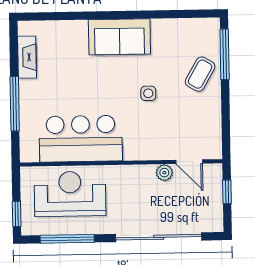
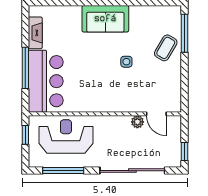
bar counter: (81, 139) -> (46, 81), moved, turned 90
window: (227, 192) -> (184, 152), moved
window: (17, 214) -> (25, 135), moved

